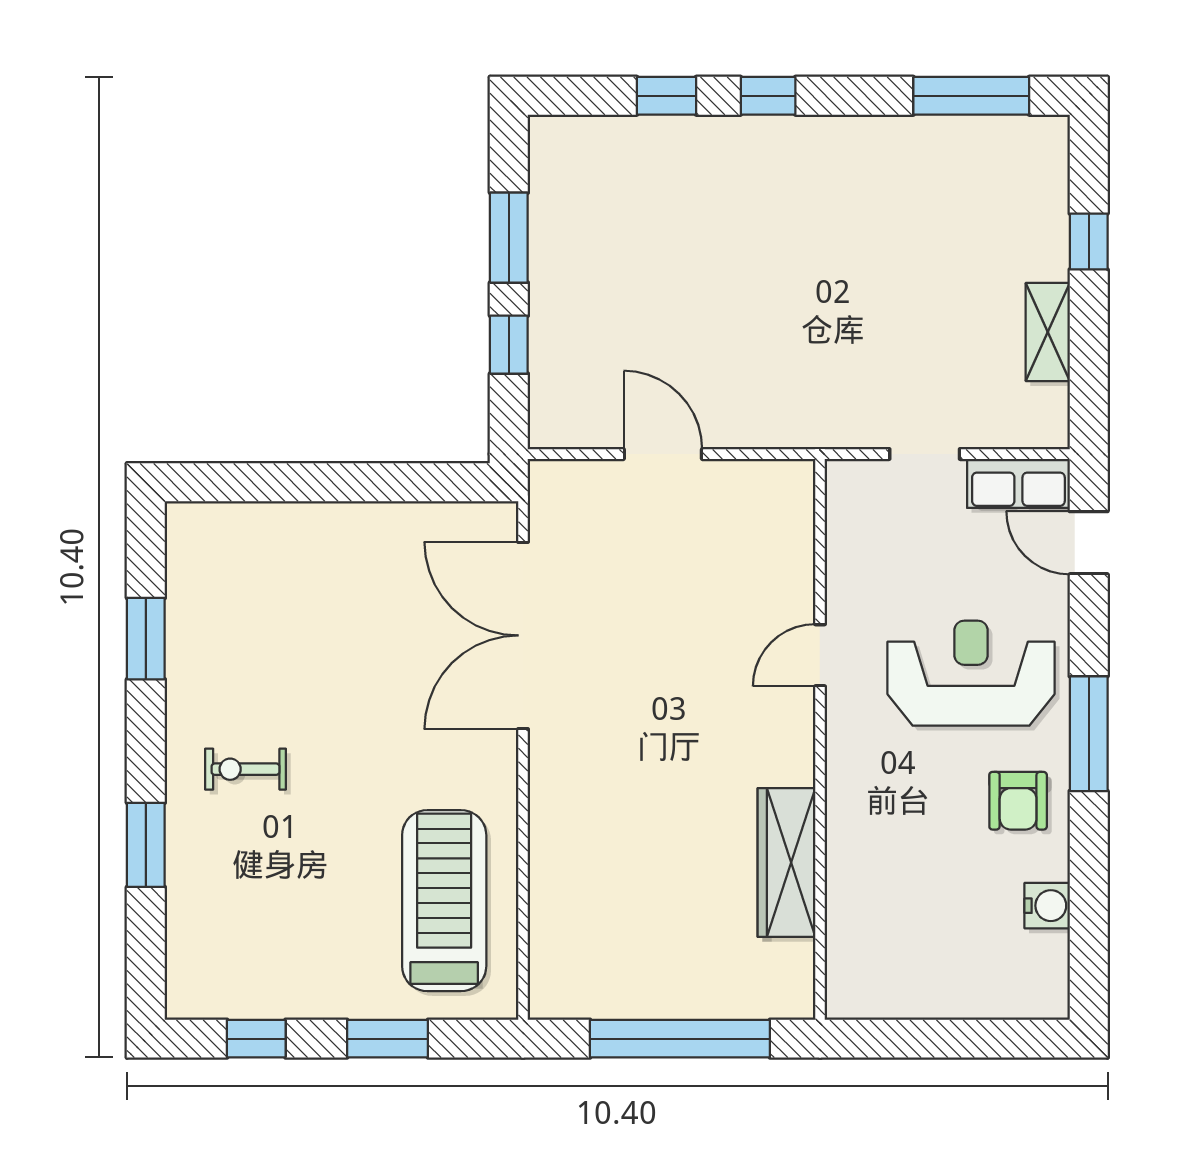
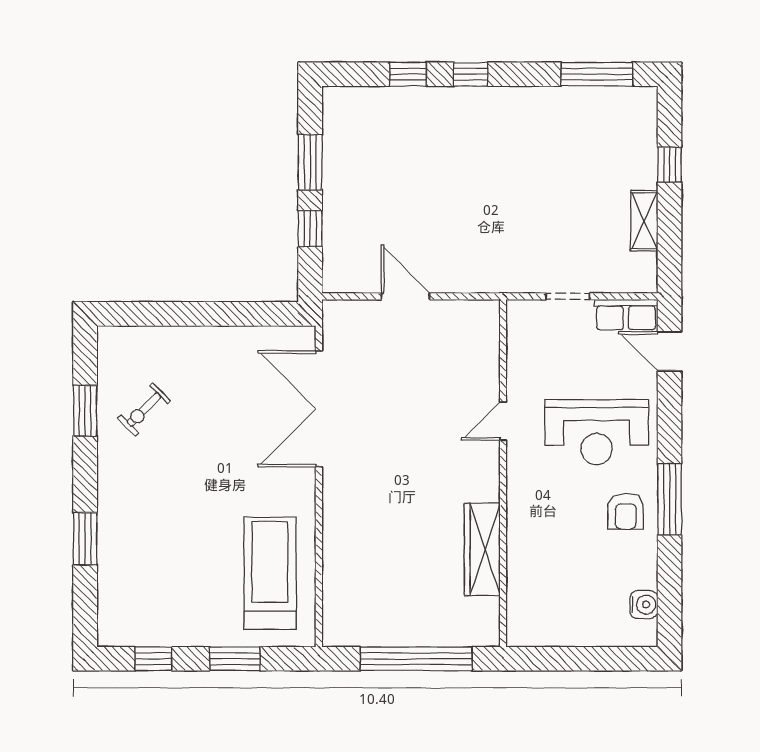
reception desk: (971, 673) -> (597, 432), turned 180
window: (1089, 734) -> (670, 499), moved
exercise bike: (245, 769) -> (144, 409), moved, turned -45
water cooler: (1047, 906) -> (644, 605), moved

